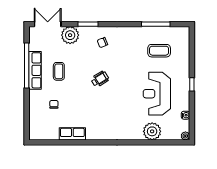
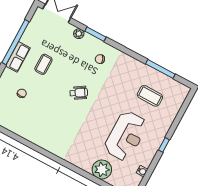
plant: (70, 35) -> (79, 34), width x0.53, depth x0.53
row of seats: (35, 70) -> (18, 57), width x0.68
reception desk: (157, 94) -> (126, 136), turned 180
row of seats: (72, 134) -> (24, 131), removed

